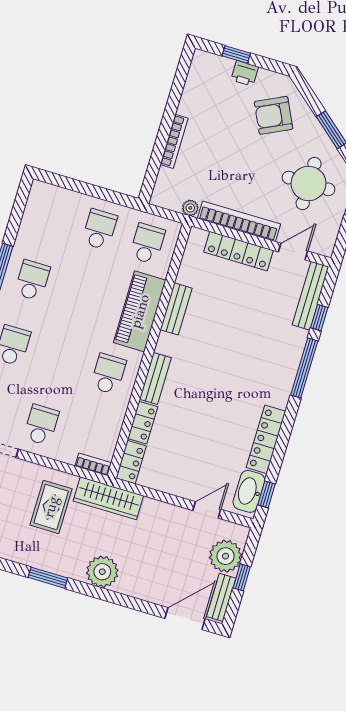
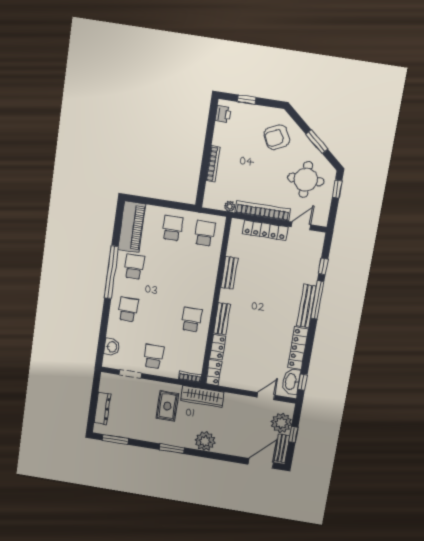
printer: (245, 73) -> (223, 114), moved, turned -90
bench: (310, 296) -> (307, 306), moved
piano: (140, 311) -> (132, 227), moved, turned 180

